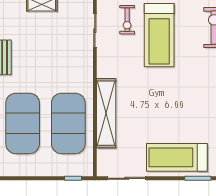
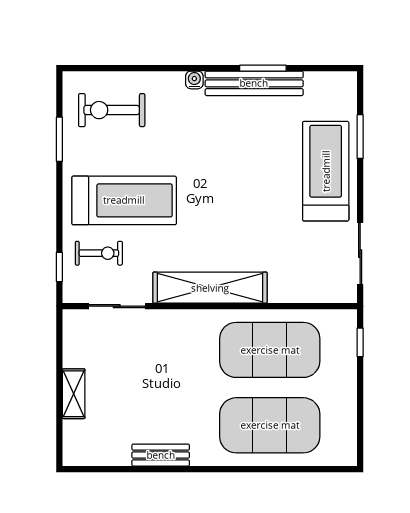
shelving: (106, 113) -> (210, 288), moved
treadmill: (177, 157) -> (326, 171), turned 180

